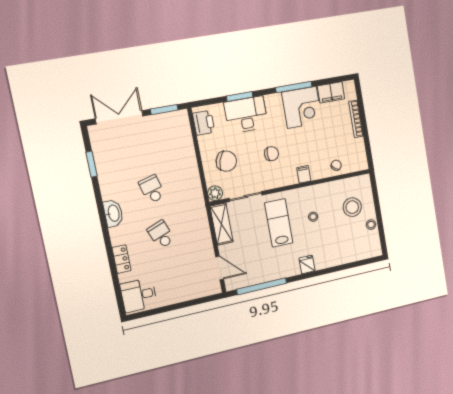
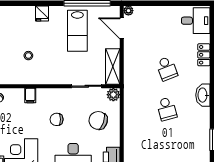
lab bench: (279, 223) -> (77, 31), moved
plant: (216, 289) -> (128, 11), added

